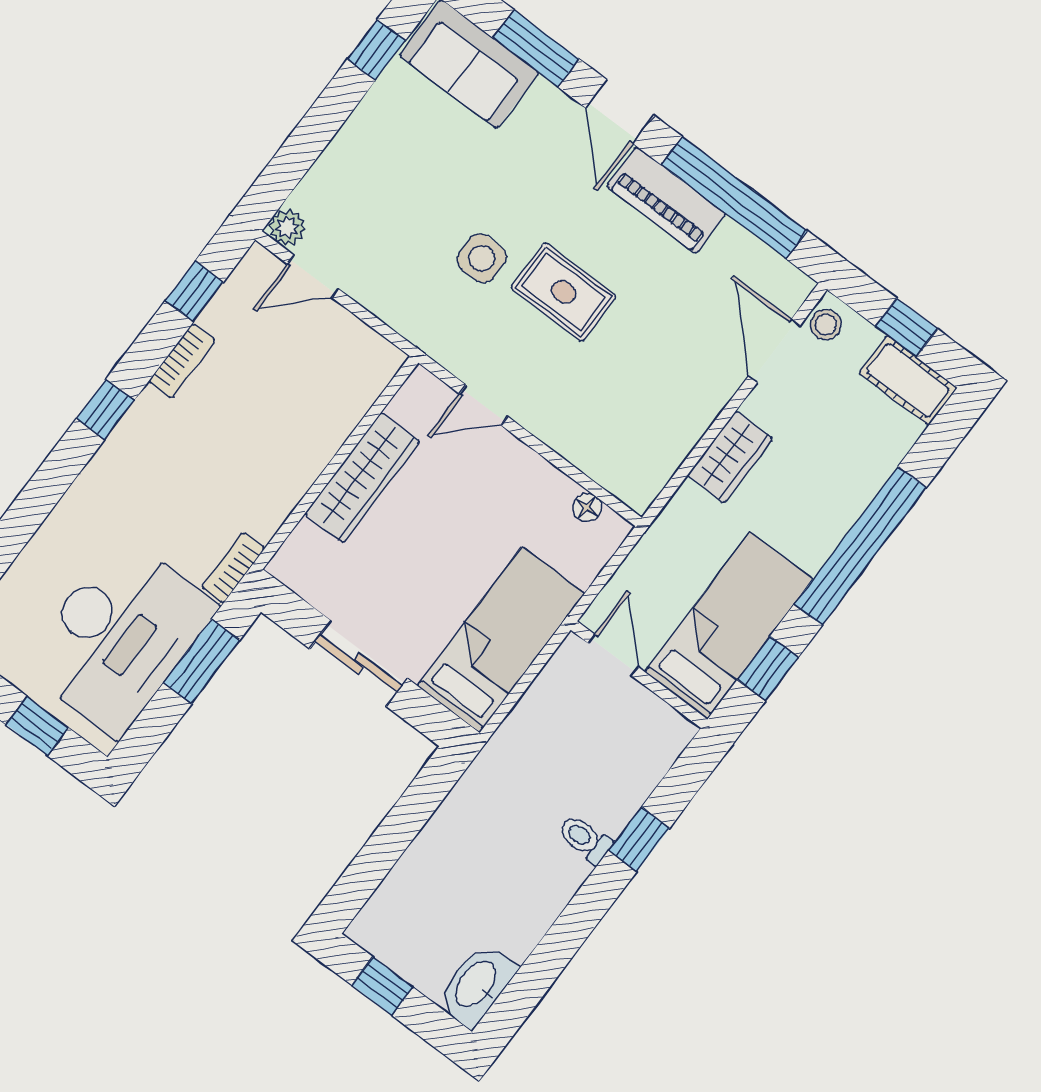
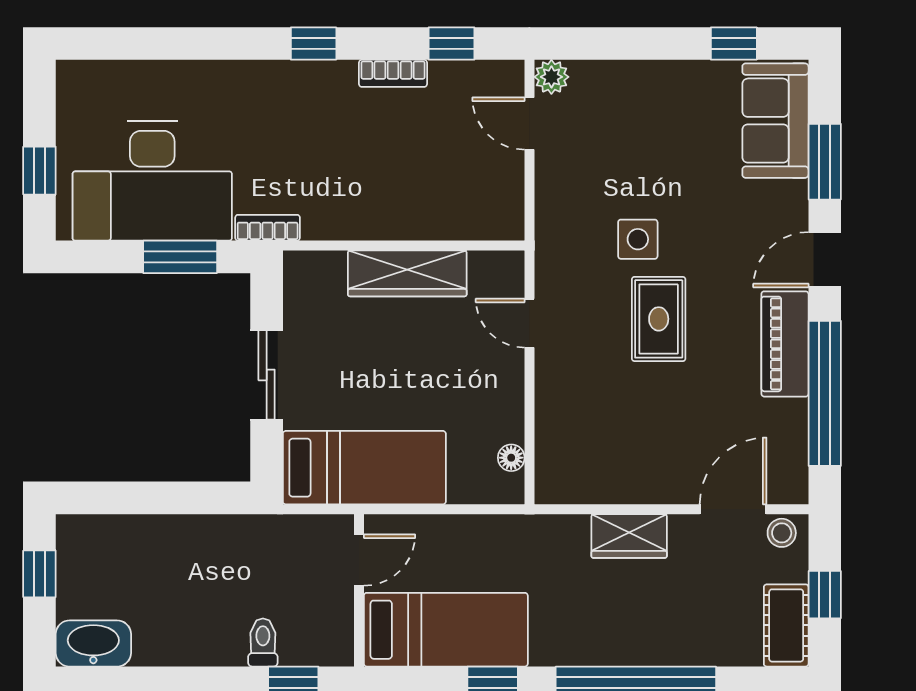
bed: (729, 626) -> (446, 630), moved
door: (613, 655) -> (359, 560), moved
wall: (639, 675) -> (359, 590), moved

